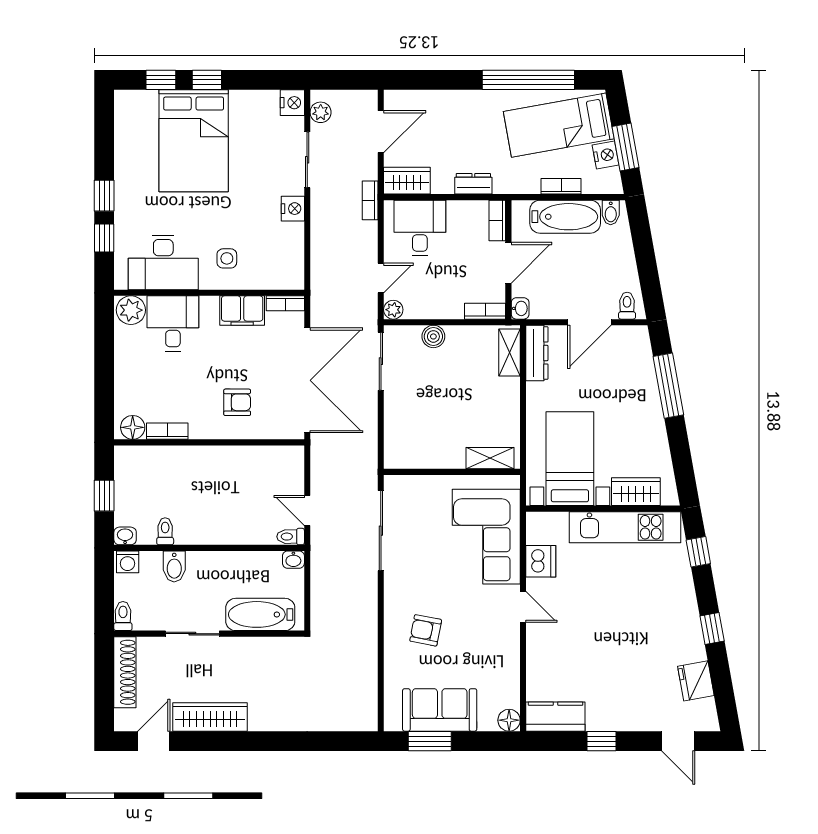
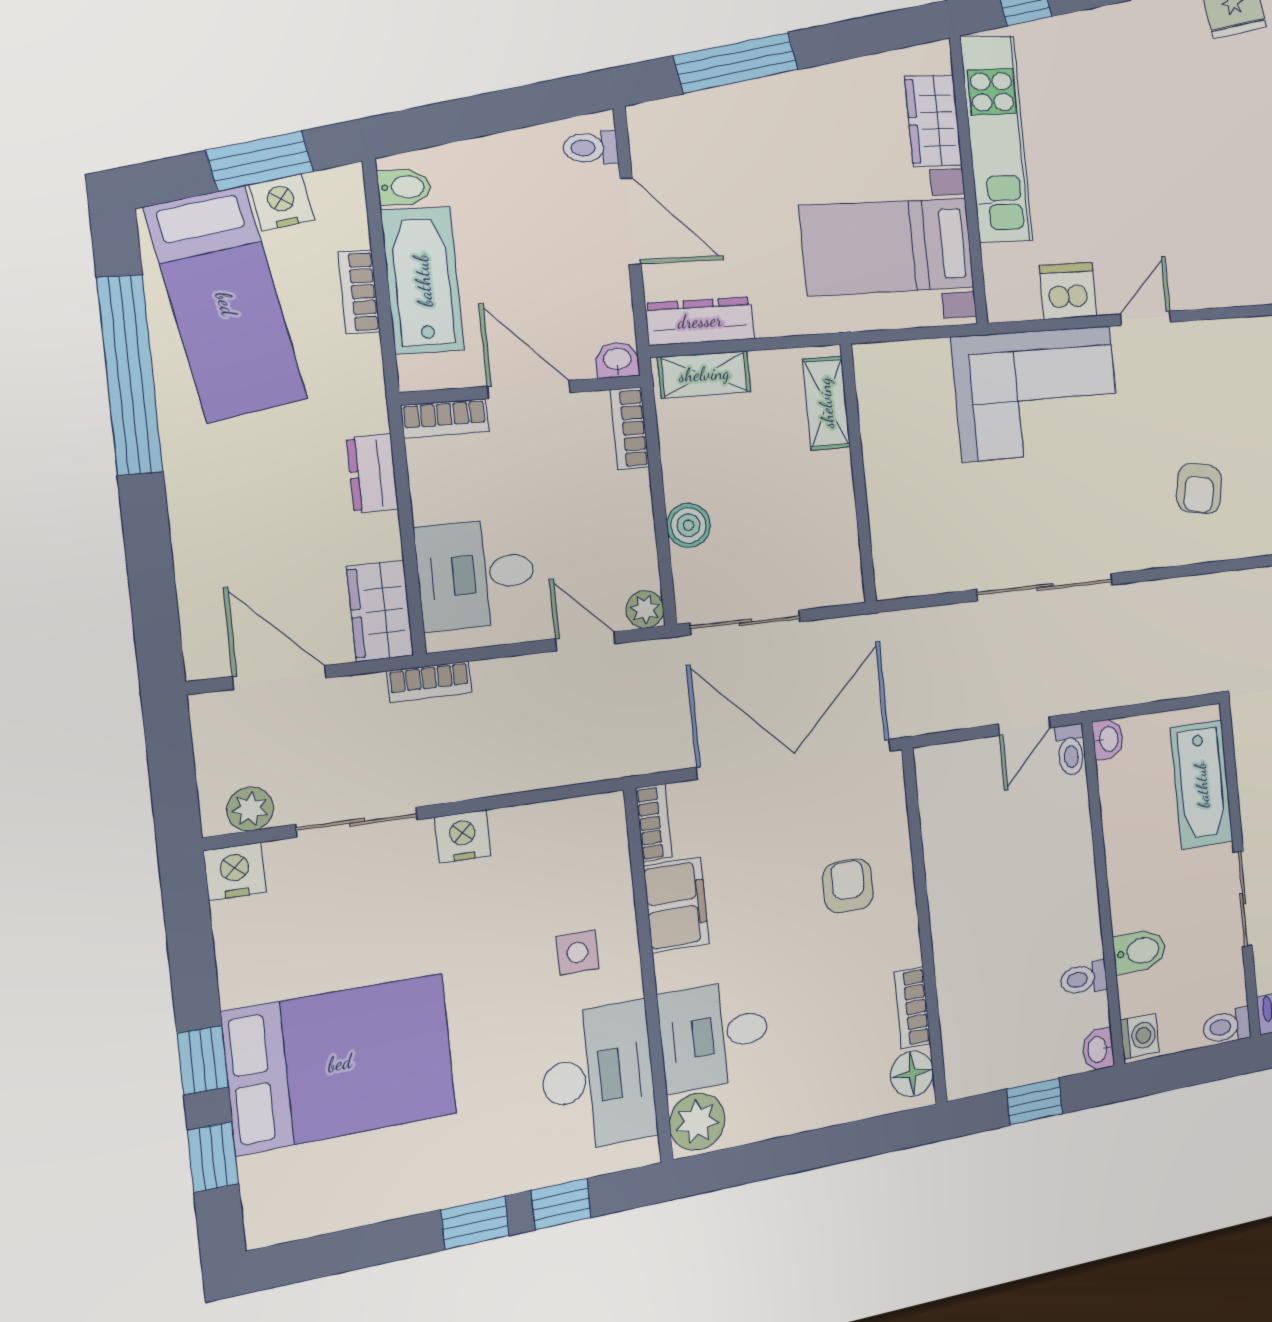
shelving: (490, 458) -> (826, 403), moved
wall: (452, 472) -> (858, 473), moved

